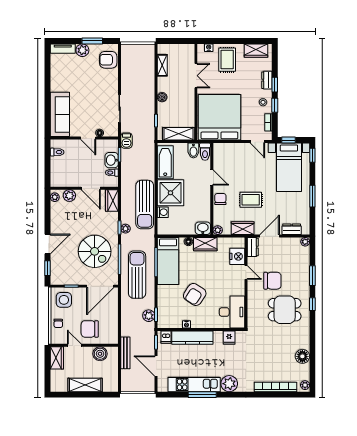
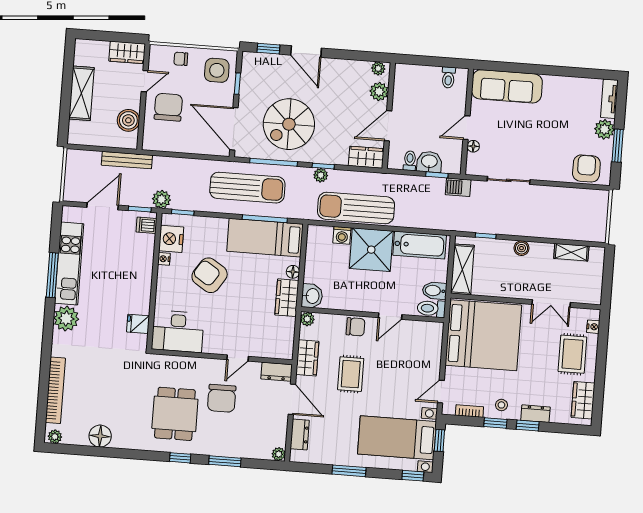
rug: (227, 60) -> (572, 354), turned 90
nightstand: (237, 256) -> (171, 239), moved, turned 90
plant: (149, 316) -> (161, 199), moved
kitchen counter: (192, 338) -> (143, 266), removed

